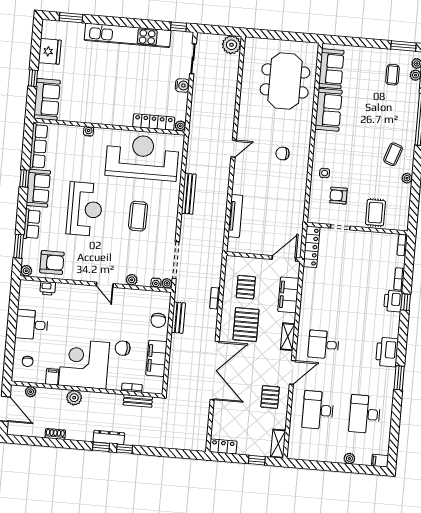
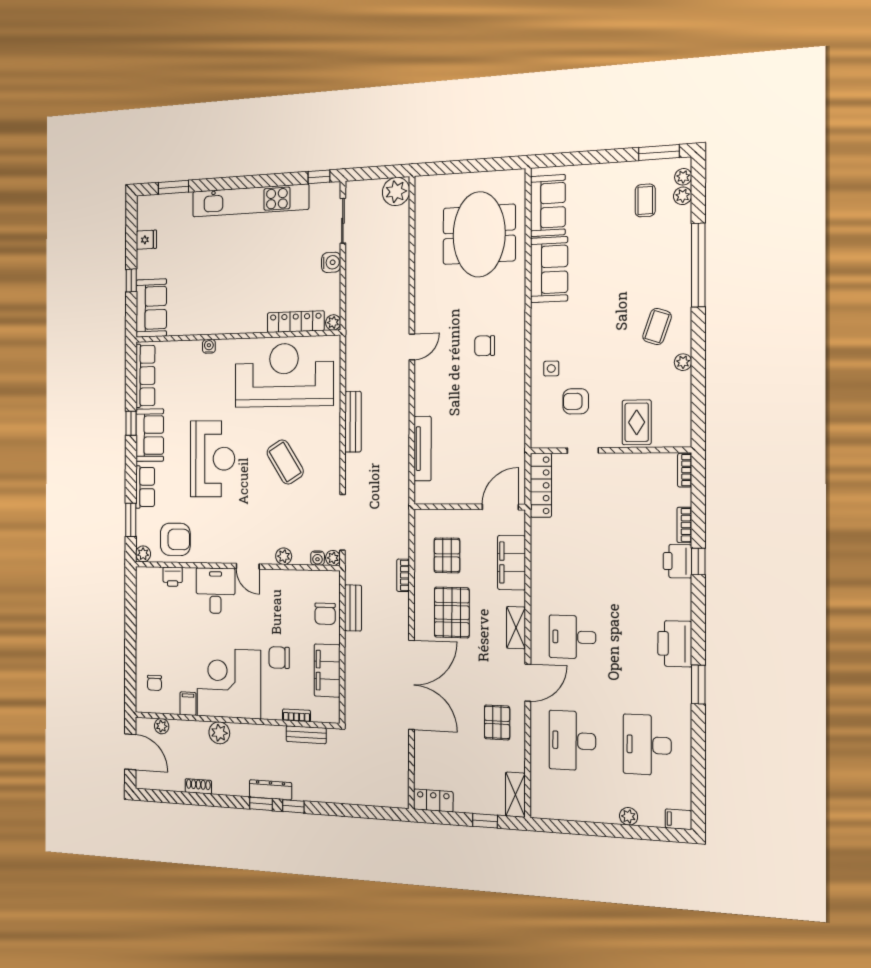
fridge: (50, 51) -> (146, 240), width x0.53, depth x0.75
coffee table: (138, 216) -> (285, 462), turned -33
desk: (32, 325) -> (215, 591), moved, turned 90

